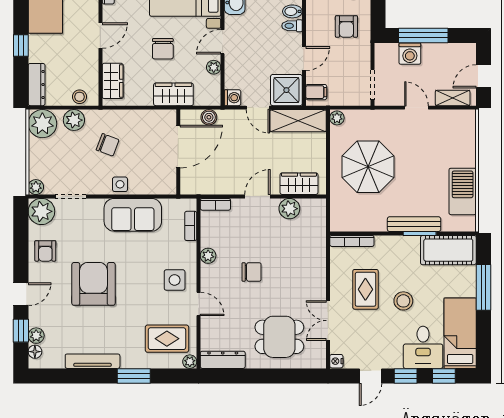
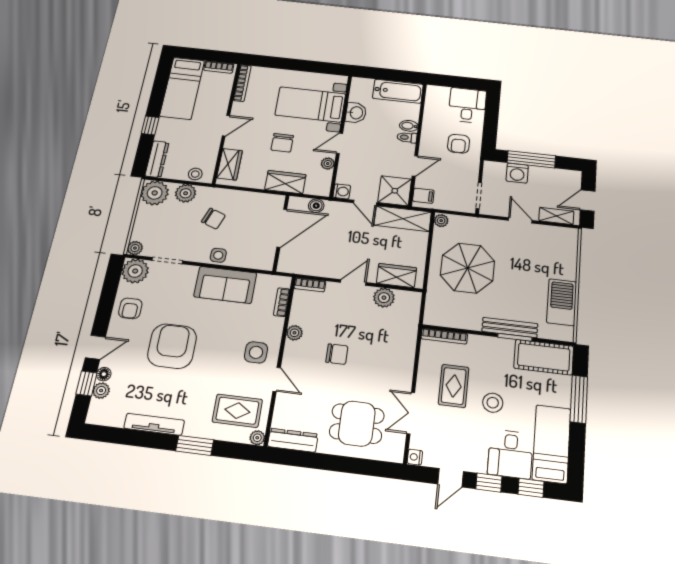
floor lamp: (35, 352) -> (104, 374), moved

